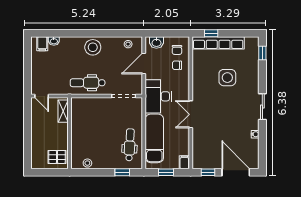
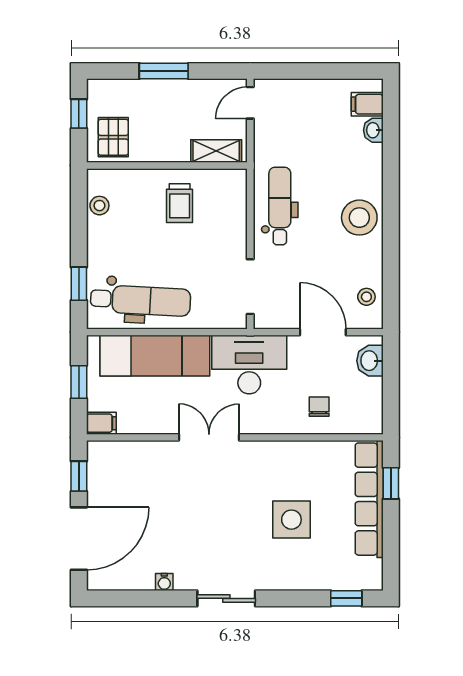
chair: (177, 50) -> (353, 407), removed
trolley: (86, 127) -> (180, 203), added
window: (27, 134) -> (164, 71), added
dental chair: (130, 145) -> (140, 300), width x1.36, depth x1.38
window: (47, 172) -> (79, 114), added

